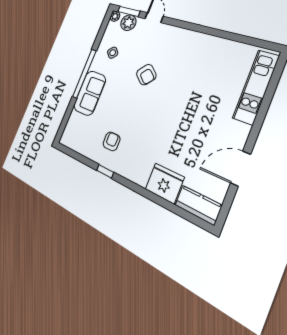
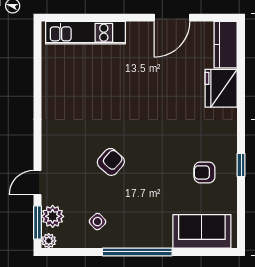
sofa: (90, 93) -> (202, 231), moved
door: (241, 169) -> (172, 18), hinge flipped

